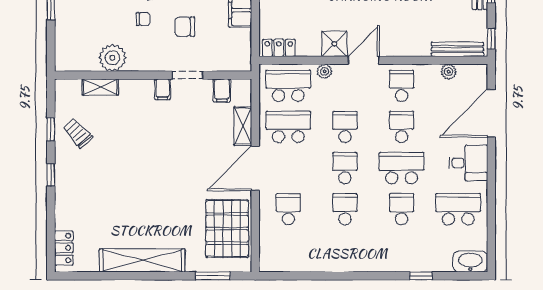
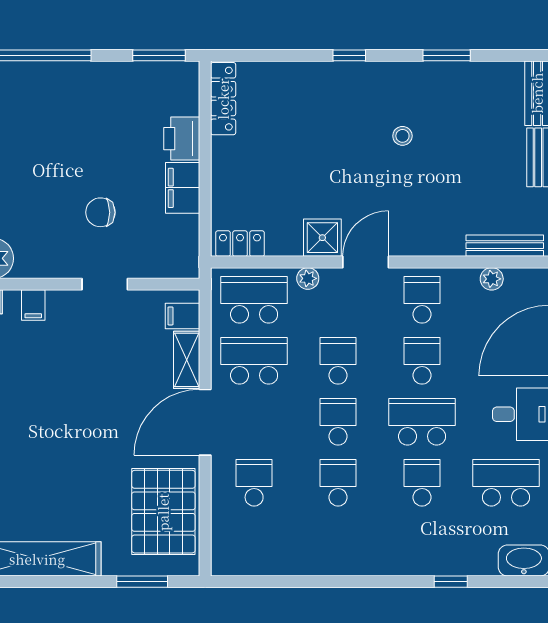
chair: (143, 19) -> (39, 201), removed
filing cabinet: (163, 89) -> (33, 305), moved
filing cabinet: (222, 90) -> (182, 316), moved, turned 90

